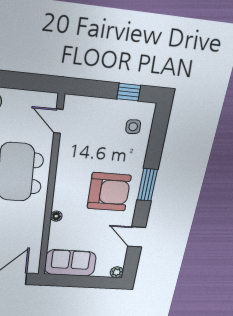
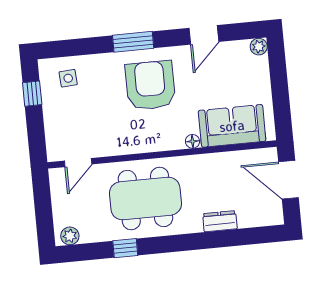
sofa: (70, 263) -> (232, 126), moved, turned 90

